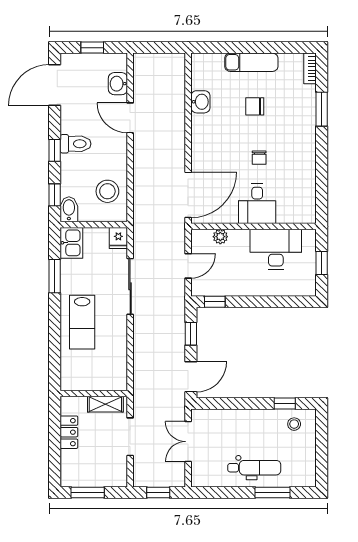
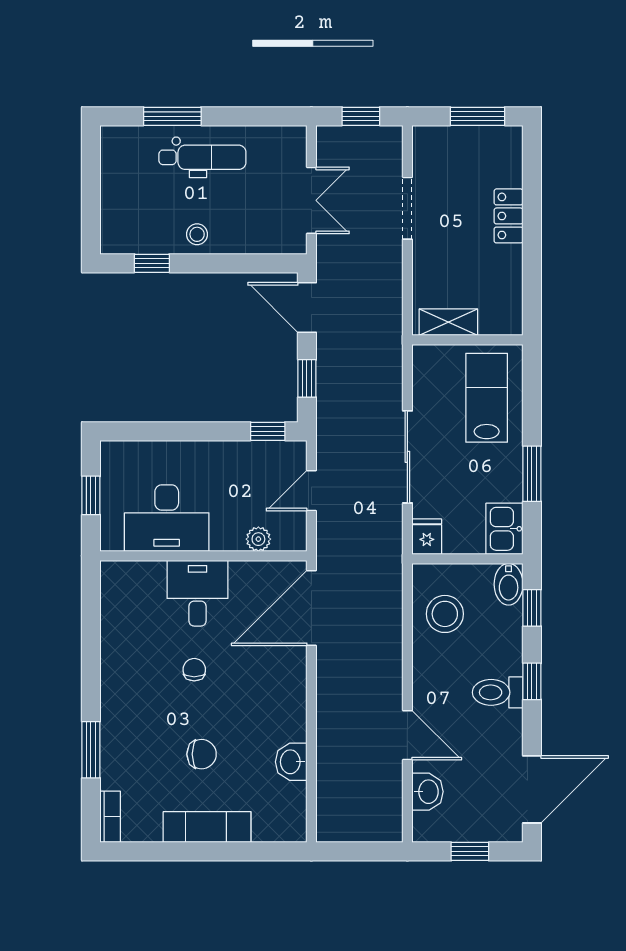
door: (191, 377) -> (307, 308), hinge flipped
wall: (94, 394) -> (467, 340), moved
shelving: (105, 404) -> (448, 322), moved
stool: (294, 424) -> (197, 234), moved
dental chair: (254, 468) -> (202, 157), turned 180

